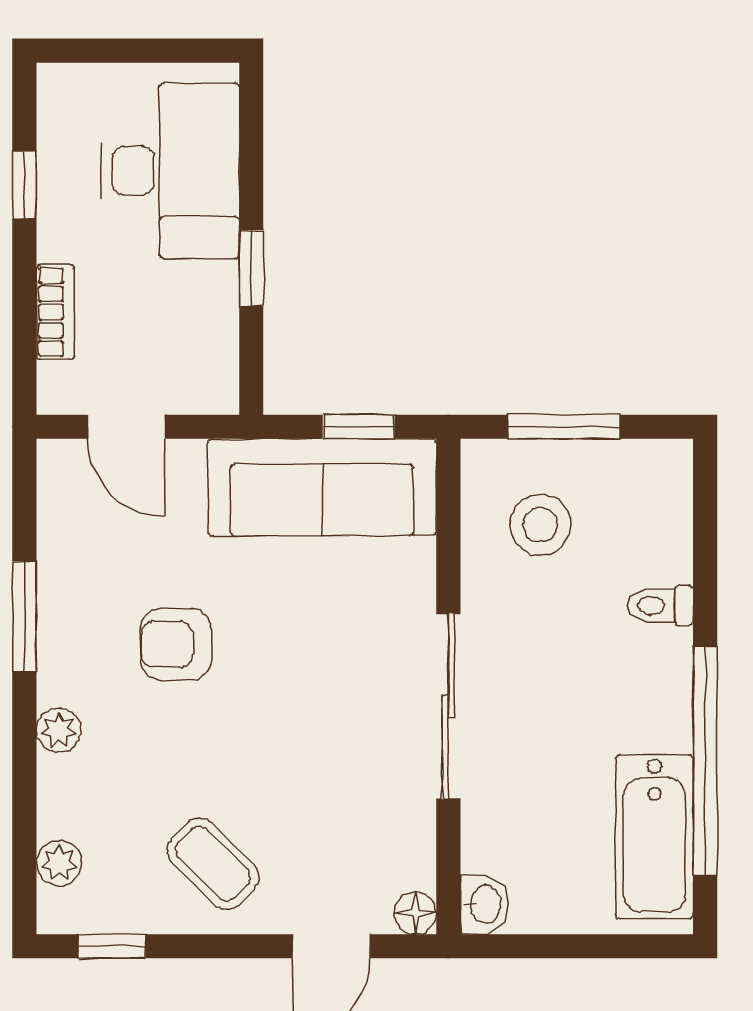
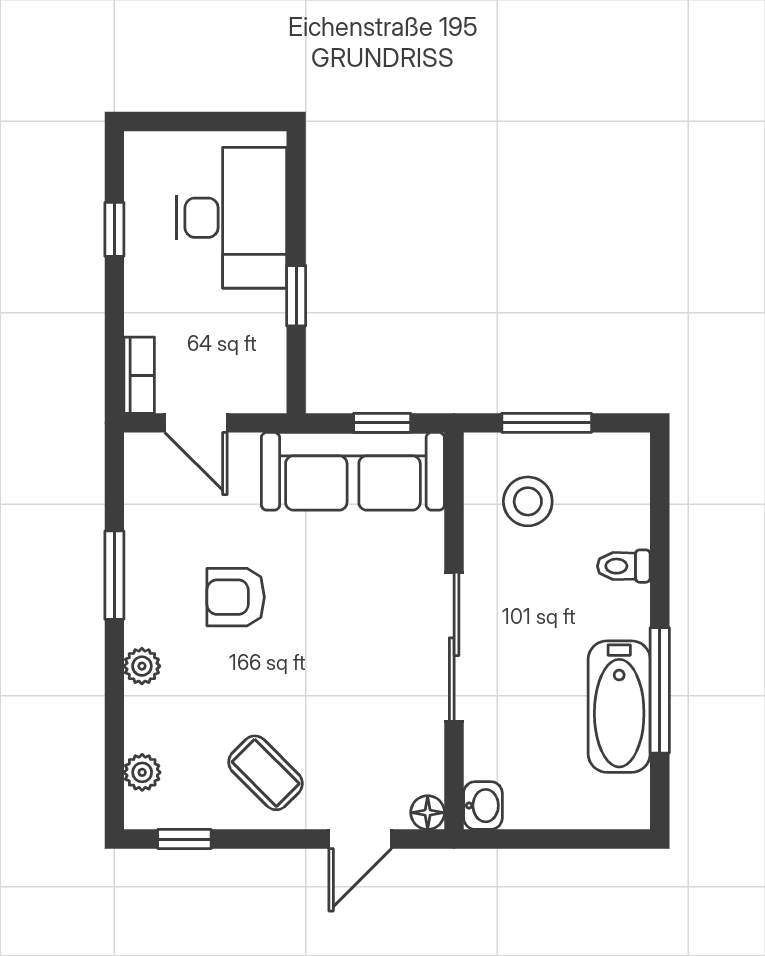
bookcase: (55, 312) -> (139, 375), moved
window: (705, 761) -> (660, 690), width x0.68
bathtub: (654, 837) -> (619, 707), moved

